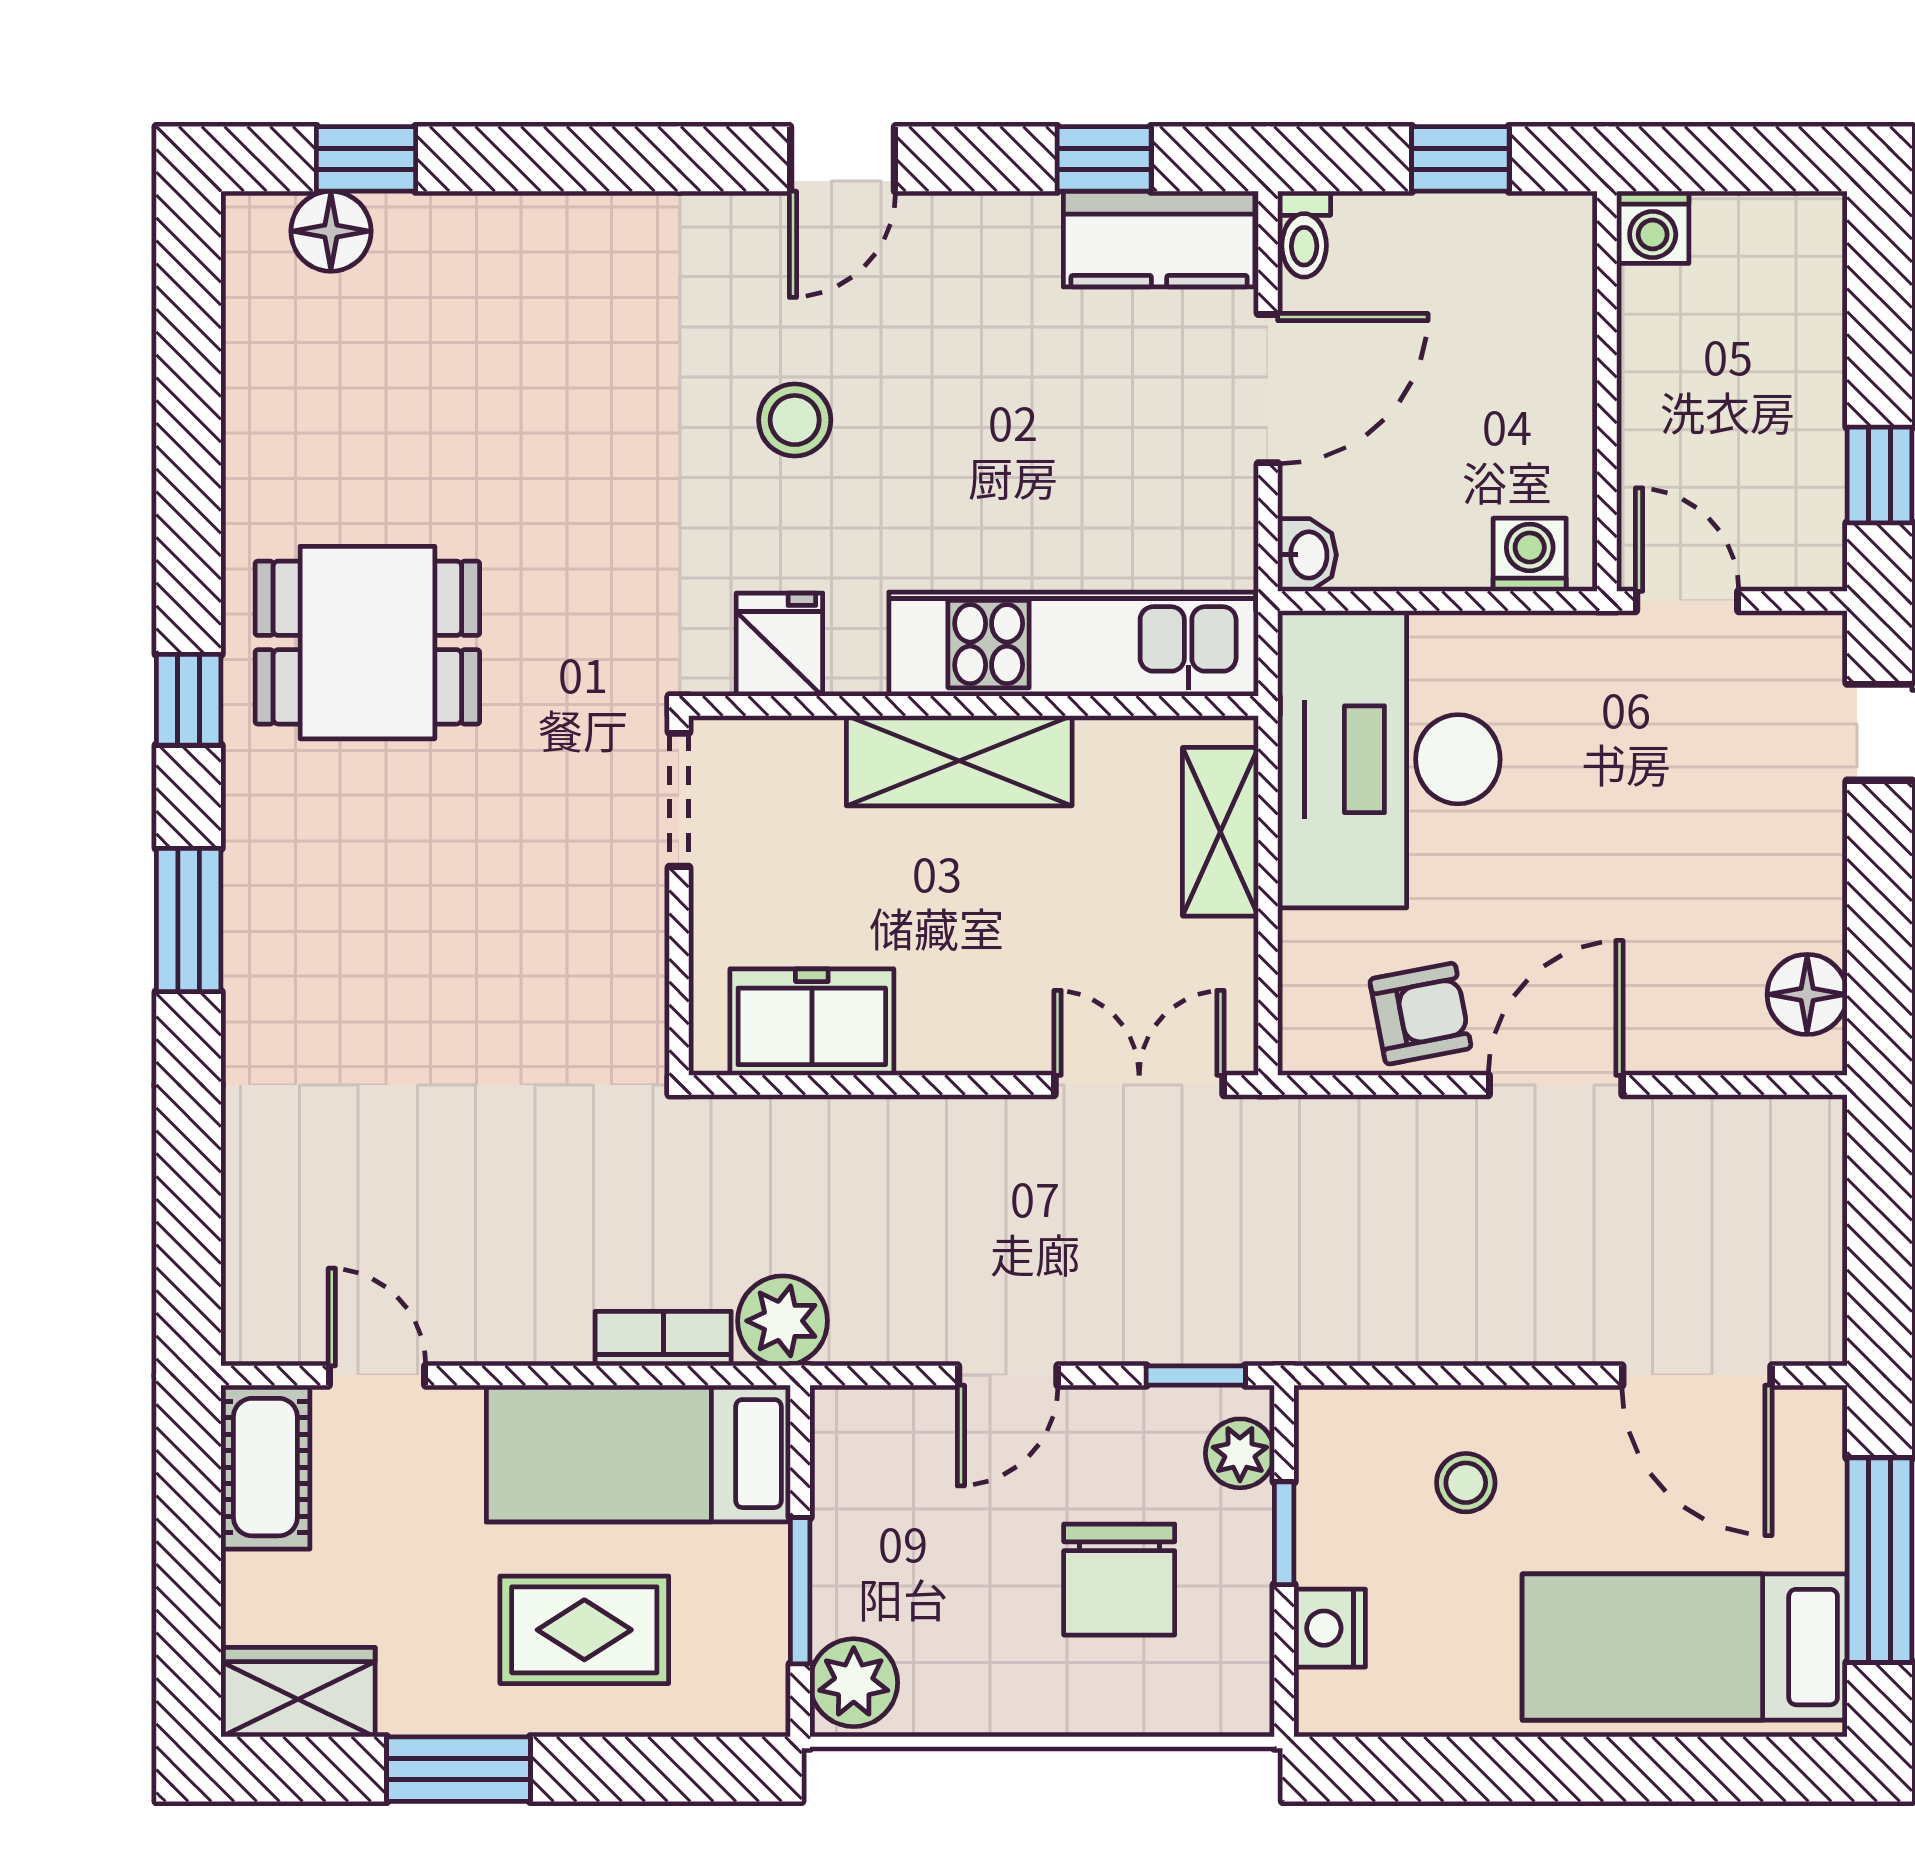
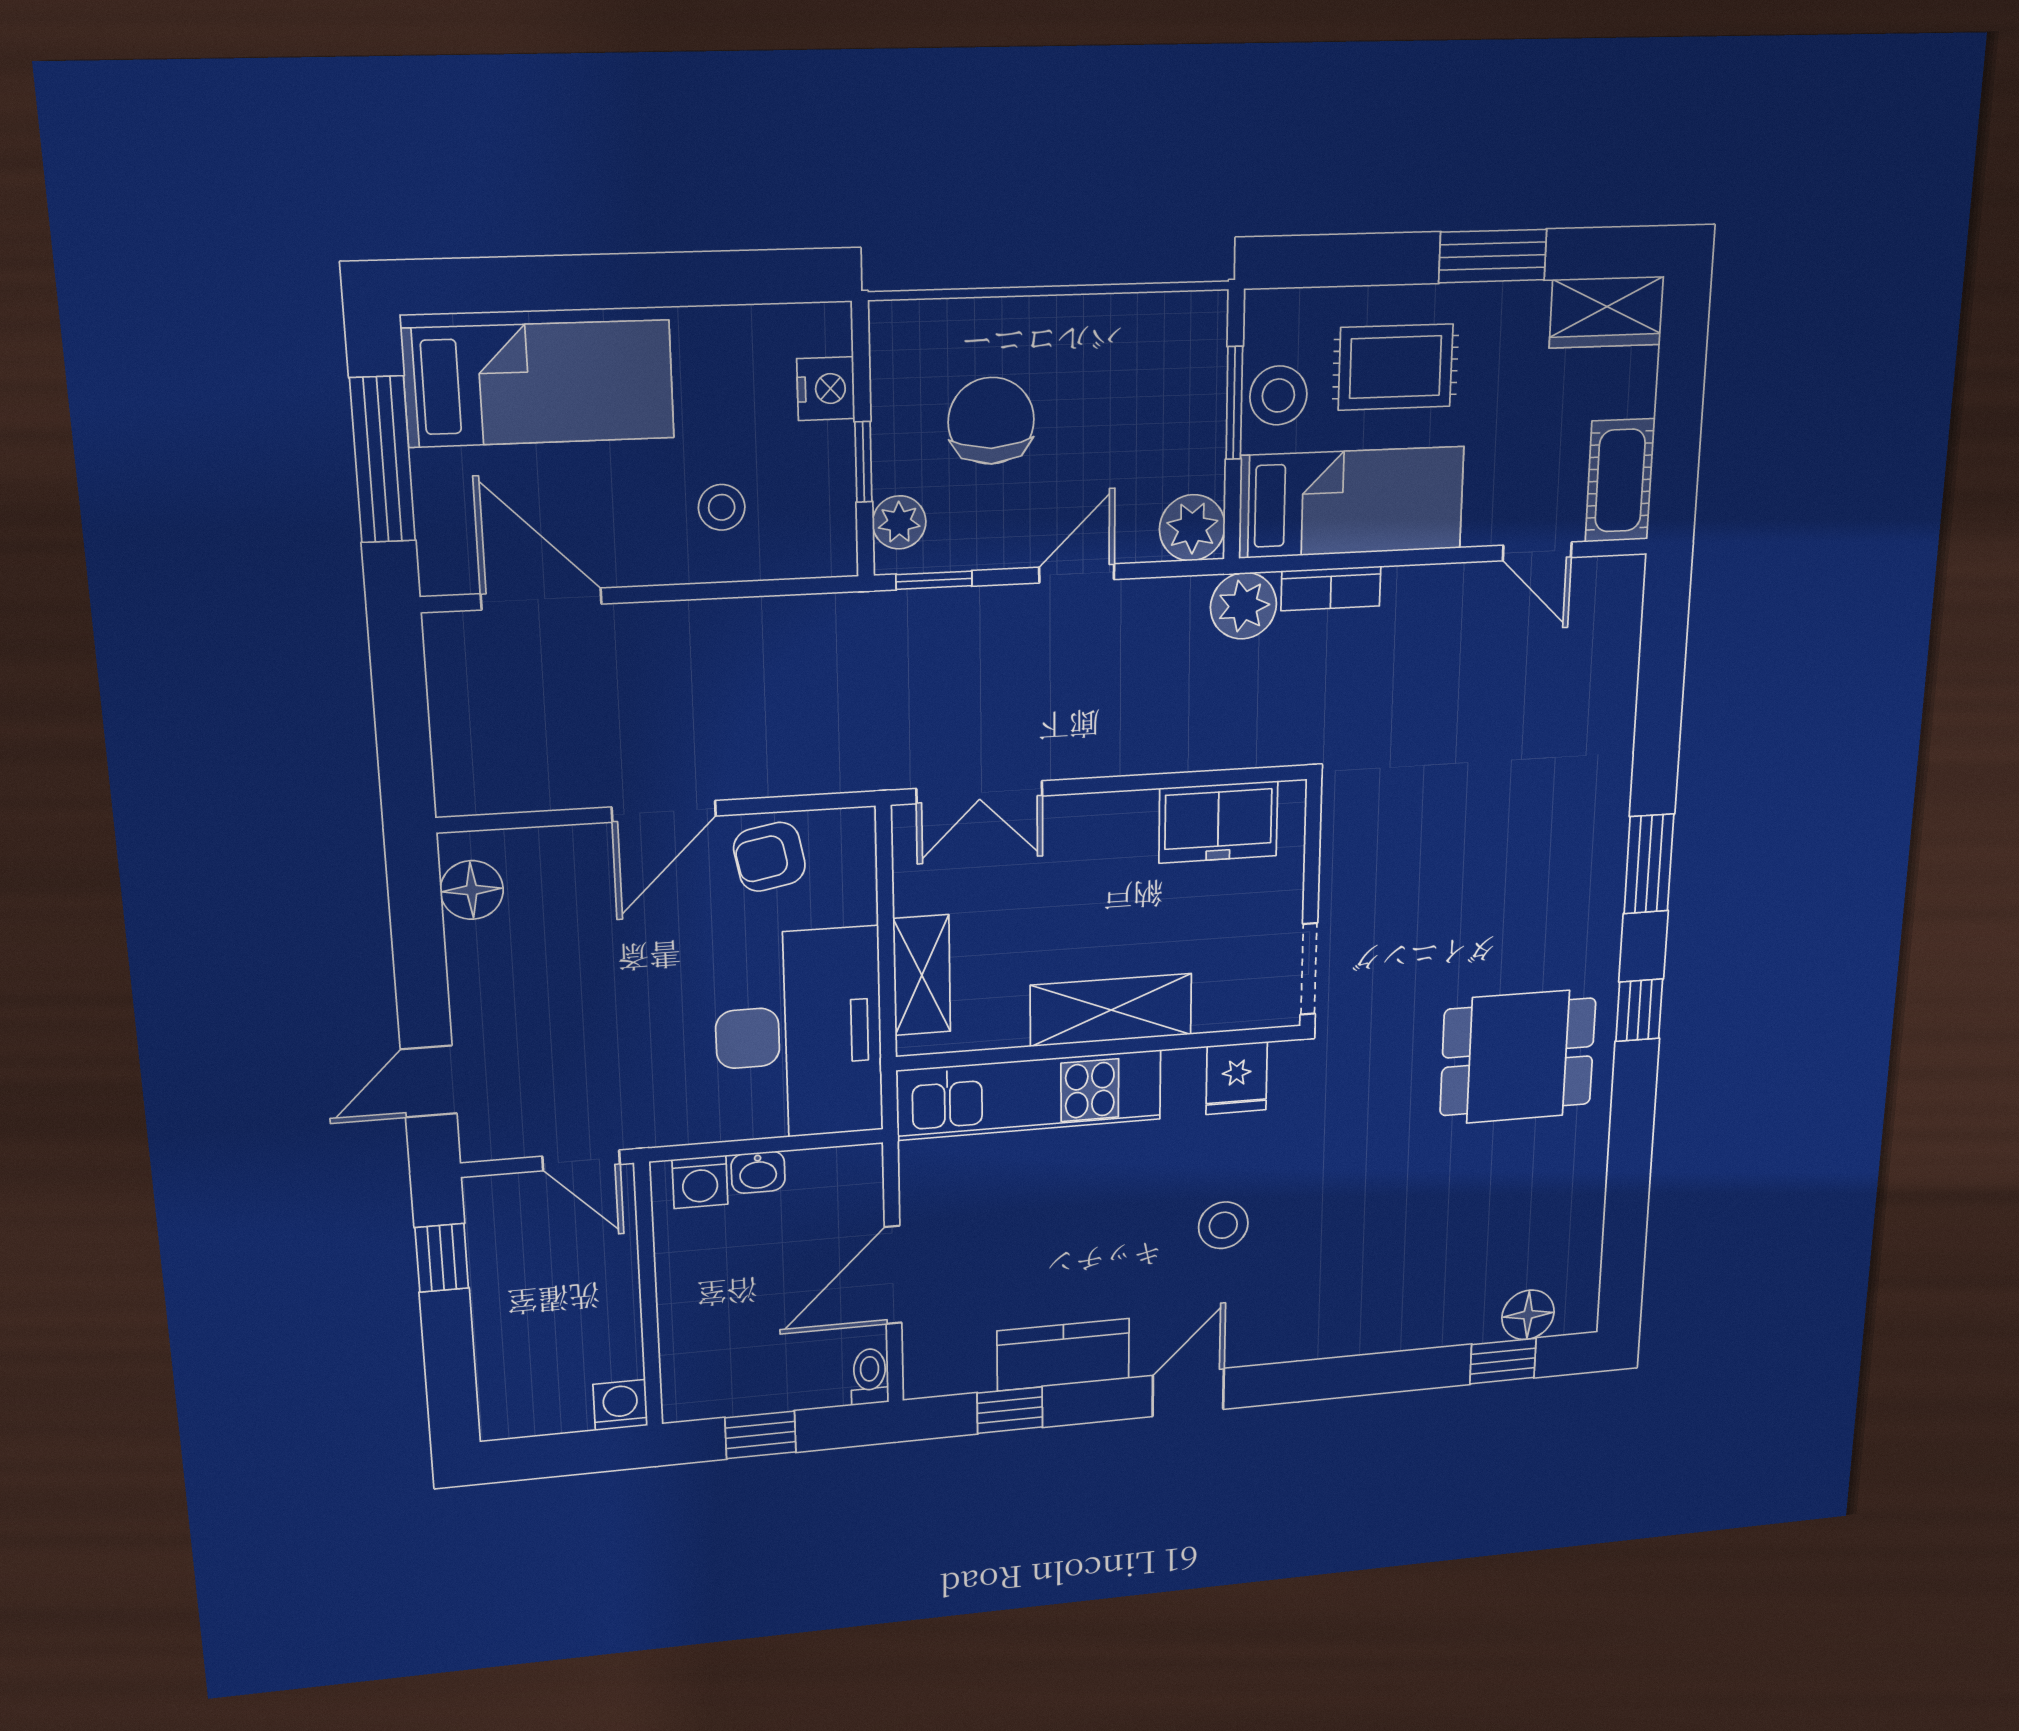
kitchen counter: (1159, 239) -> (1063, 1355), moved
washbasin: (1307, 555) -> (758, 1172), moved, turned -90
stool: (741, 1598) -> (1278, 395), added
plant: (854, 1683) -> (1192, 528), moved

